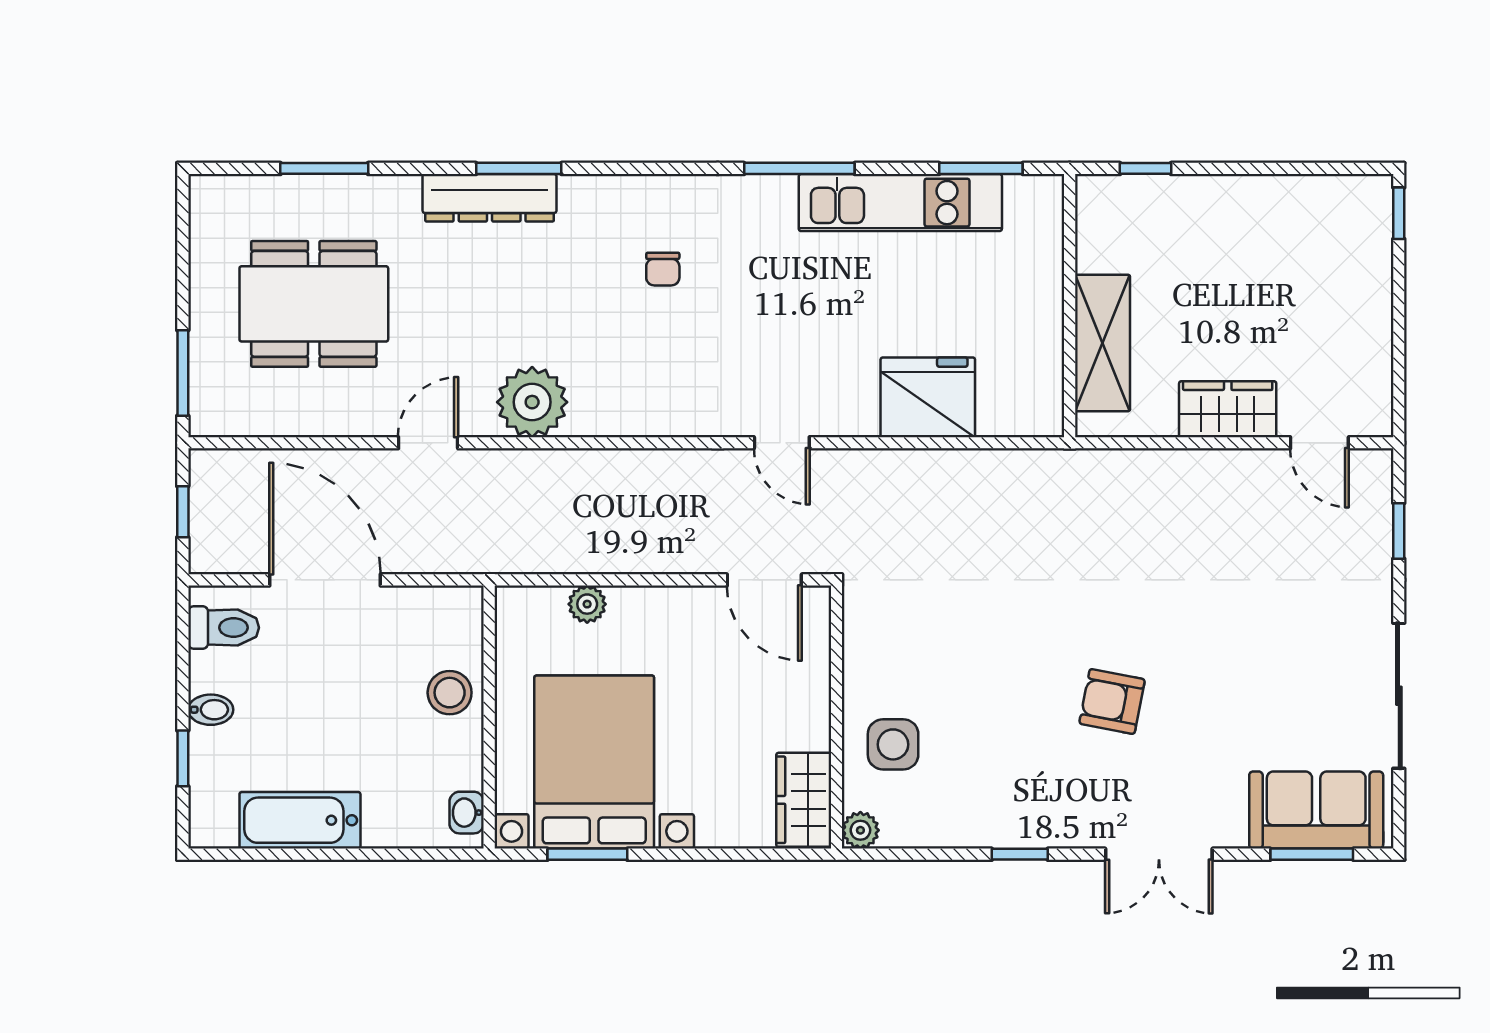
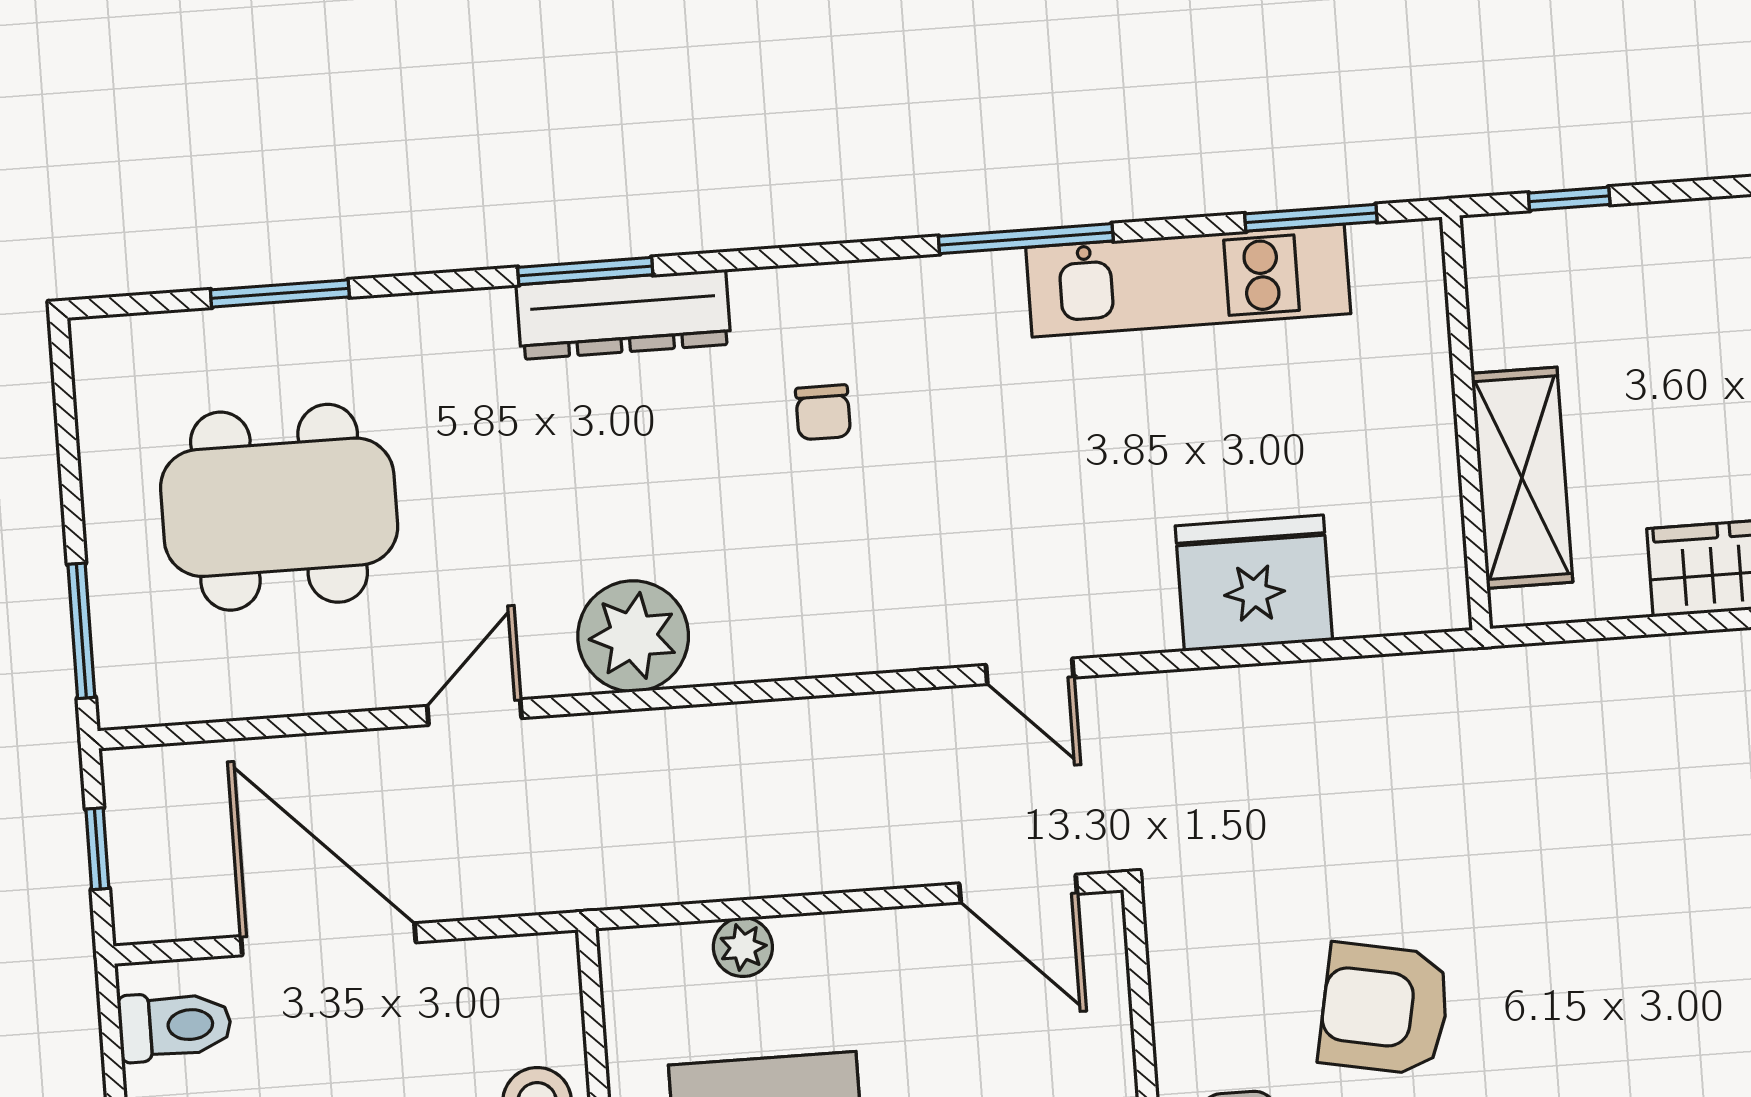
dresser: (490, 198) -> (623, 314), moved
armchair: (1112, 701) -> (1385, 1009), moved, width x1.38, depth x1.38

